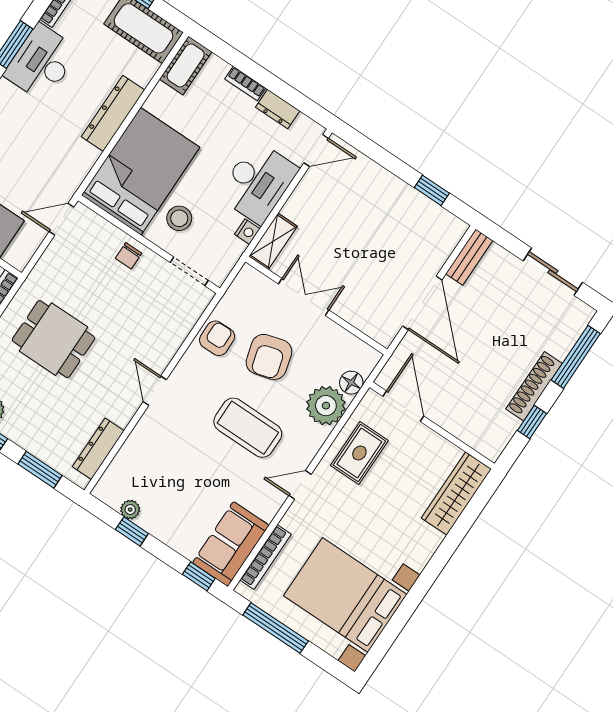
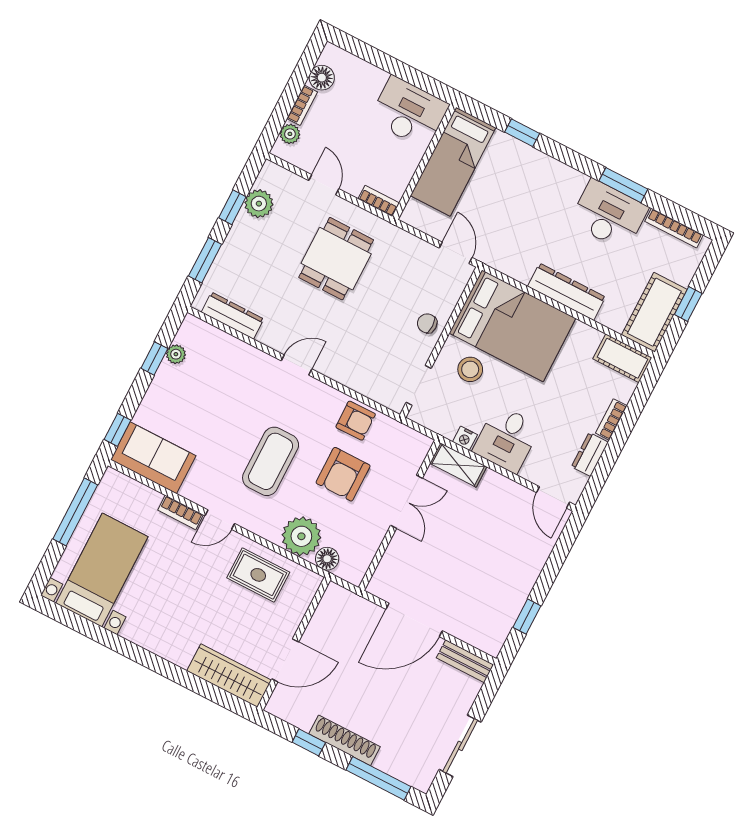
desk: (258, 182) -> (507, 439), width x0.73
armchair: (269, 357) -> (343, 474), turned -74
door: (403, 406) -> (285, 660), moved
door: (300, 485) -> (220, 520), swing flipped
bookcase: (265, 557) -> (181, 512), moved, width x0.64
bed with nightstands: (345, 595) -> (102, 570), width x0.73

